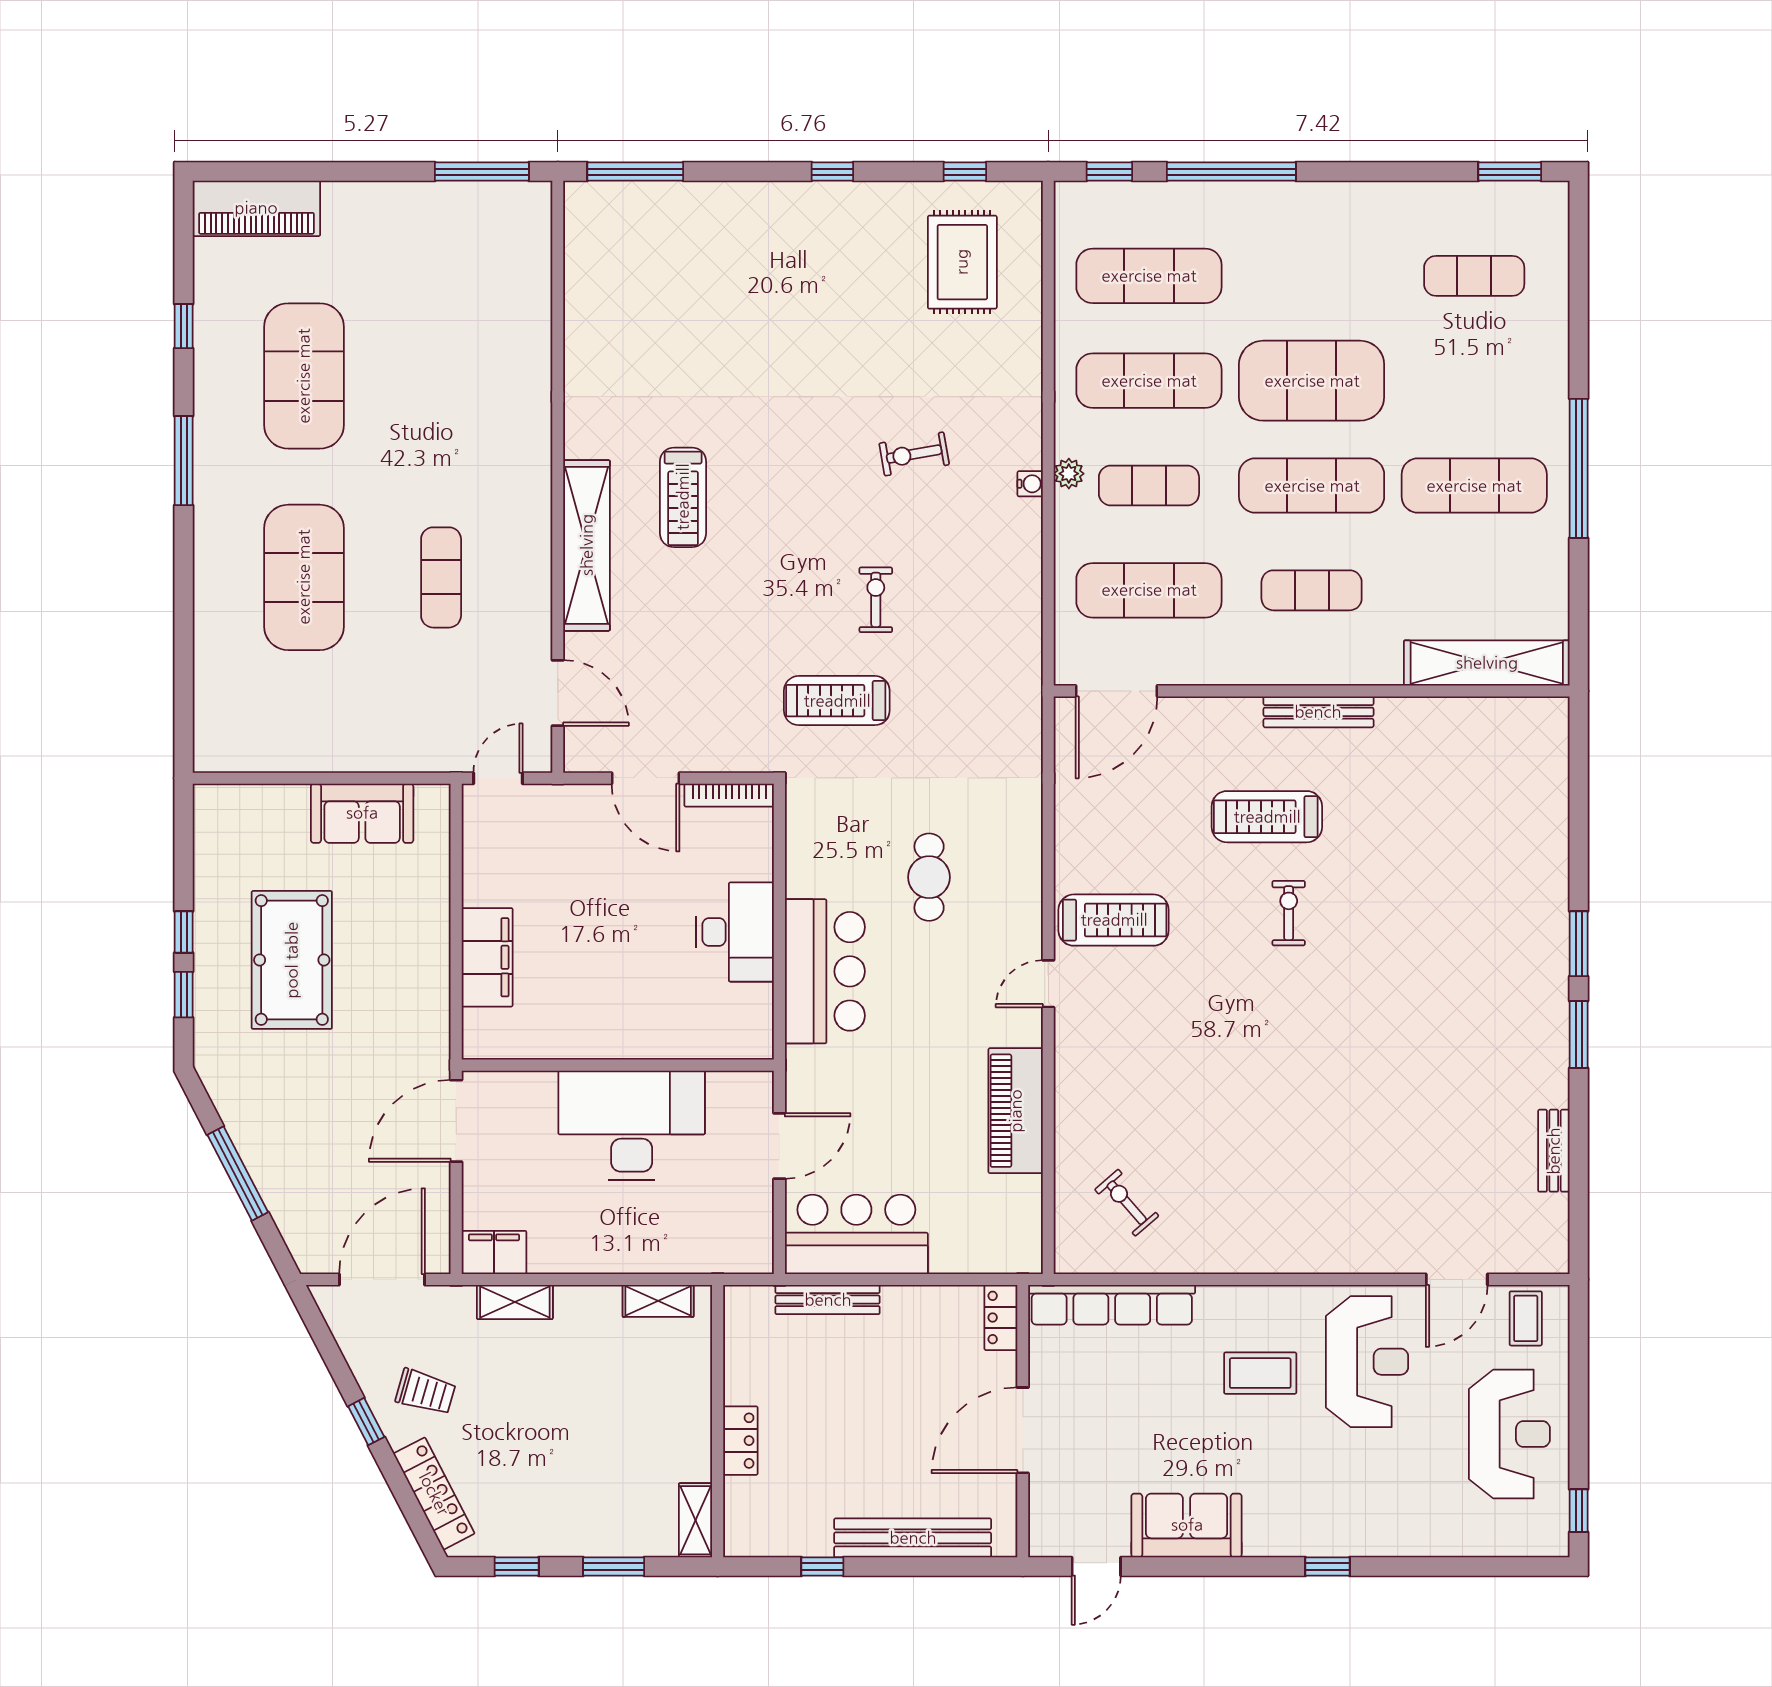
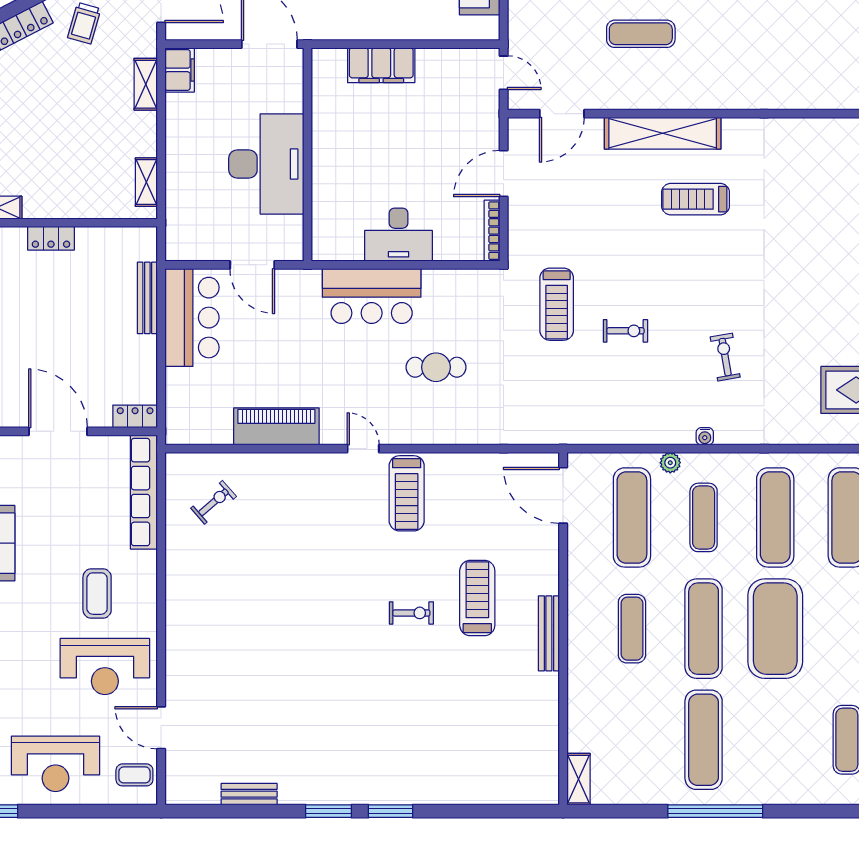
plant: (1069, 474) -> (670, 463), moved
shelving: (1487, 663) -> (578, 779), width x0.45, depth x0.75
treadmill: (837, 701) -> (557, 304), turned 180

